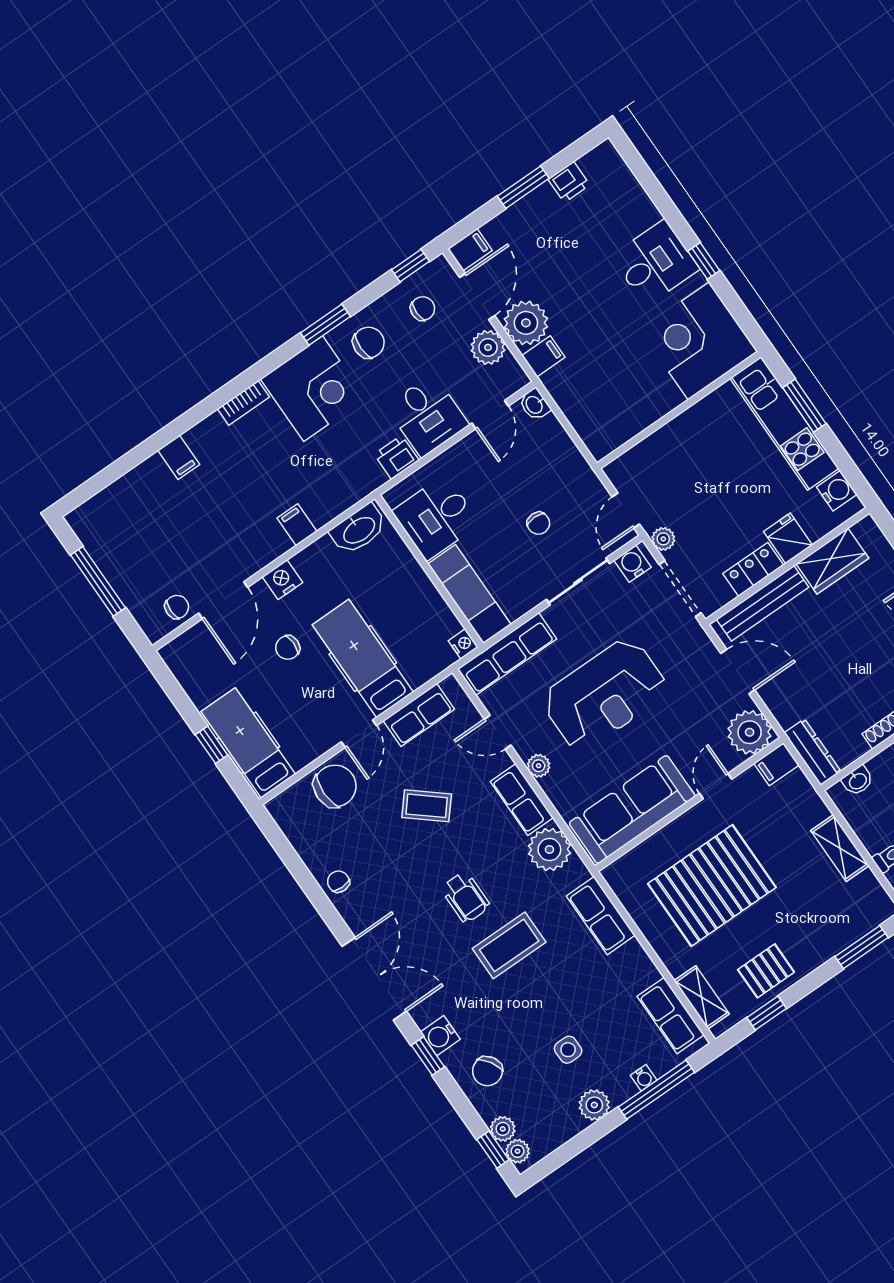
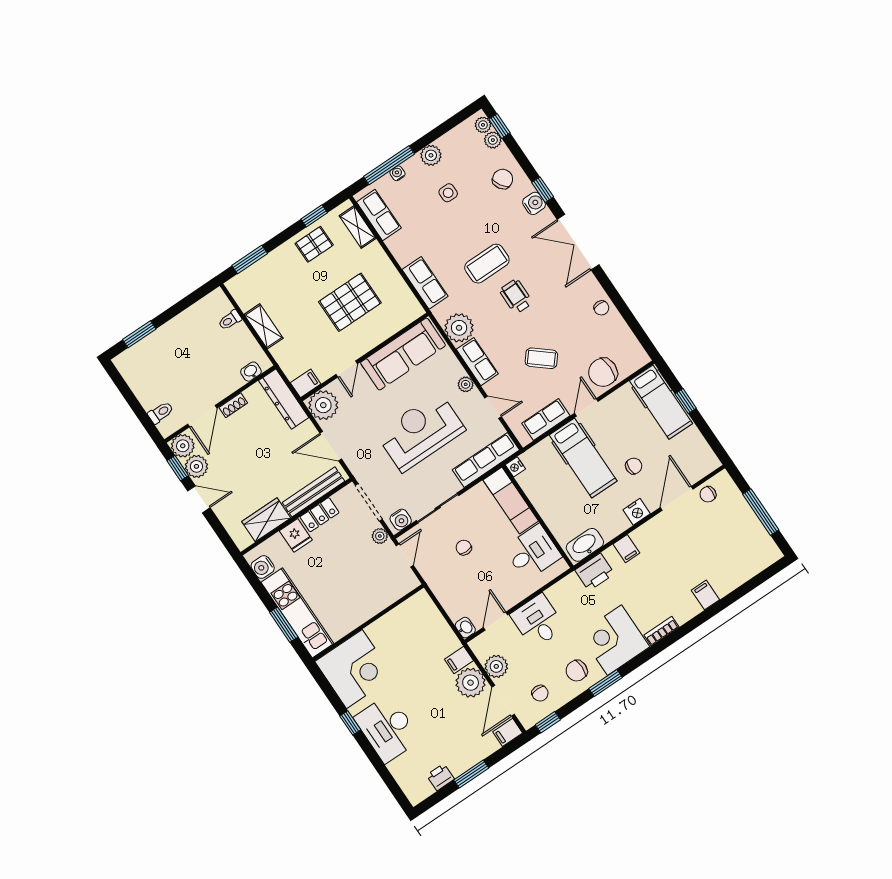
desk: (655, 263) -> (387, 729), width x1.37
chair: (423, 308) -> (540, 693), turned -90
printer: (397, 457) -> (595, 572), moved, width x1.36, depth x1.24
dresser: (813, 752) -> (284, 399), width x1.37, depth x1.24
pallet: (712, 885) -> (350, 302), width x0.73, depth x0.71

